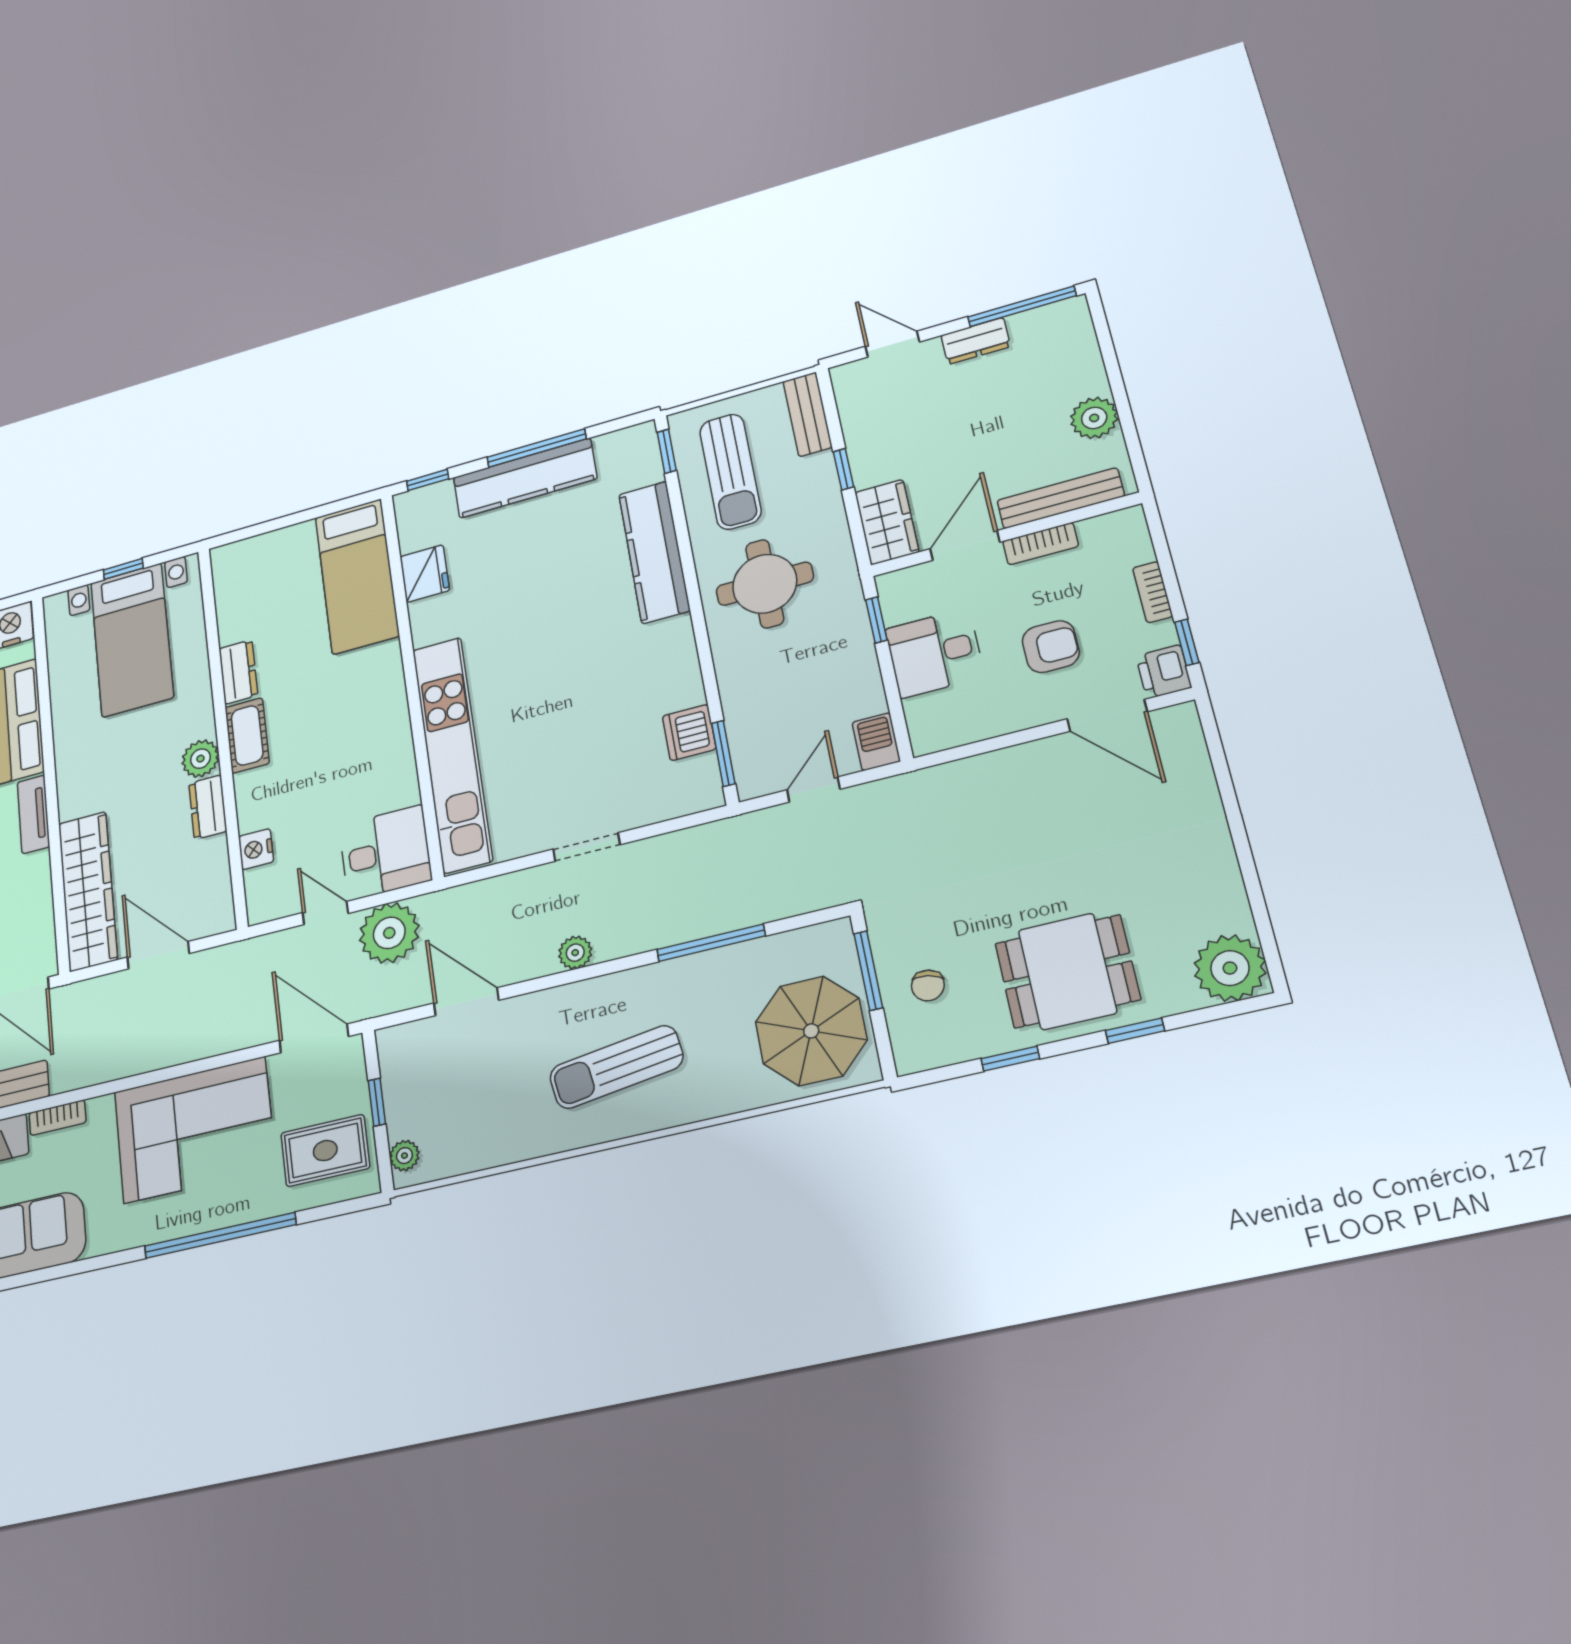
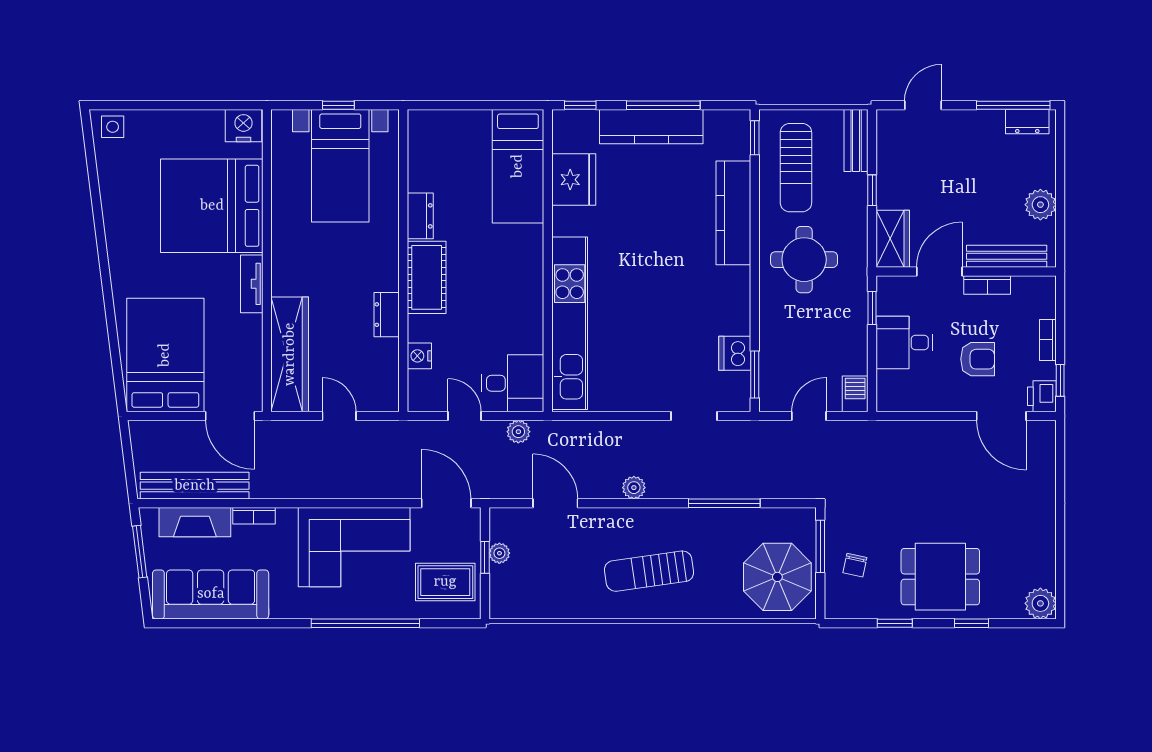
dresser: (976, 341) -> (1027, 122), moved
door: (892, 344) -> (923, 105), hinge flipped
fridge: (425, 574) -> (574, 180), width x1.36, depth x1.34
cot: (247, 735) -> (427, 277), width x1.37, depth x1.34
plant: (200, 759) -> (385, 276), removed
doorway: (586, 847) -> (694, 416), moved
plant: (389, 933) -> (518, 432), width x0.53, depth x0.53
door: (158, 955) -> (339, 416), width x0.73
plant: (1230, 968) -> (1040, 603), width x0.73, depth x0.73
plant: (404, 1156) -> (499, 553), moved

